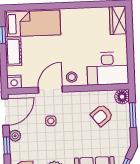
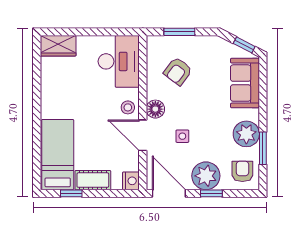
floor lamp: (122, 97) -> (155, 109), moved
armchair: (102, 115) -> (178, 71), turned 75
plant: (15, 136) -> (206, 176), width x1.87, depth x1.87

